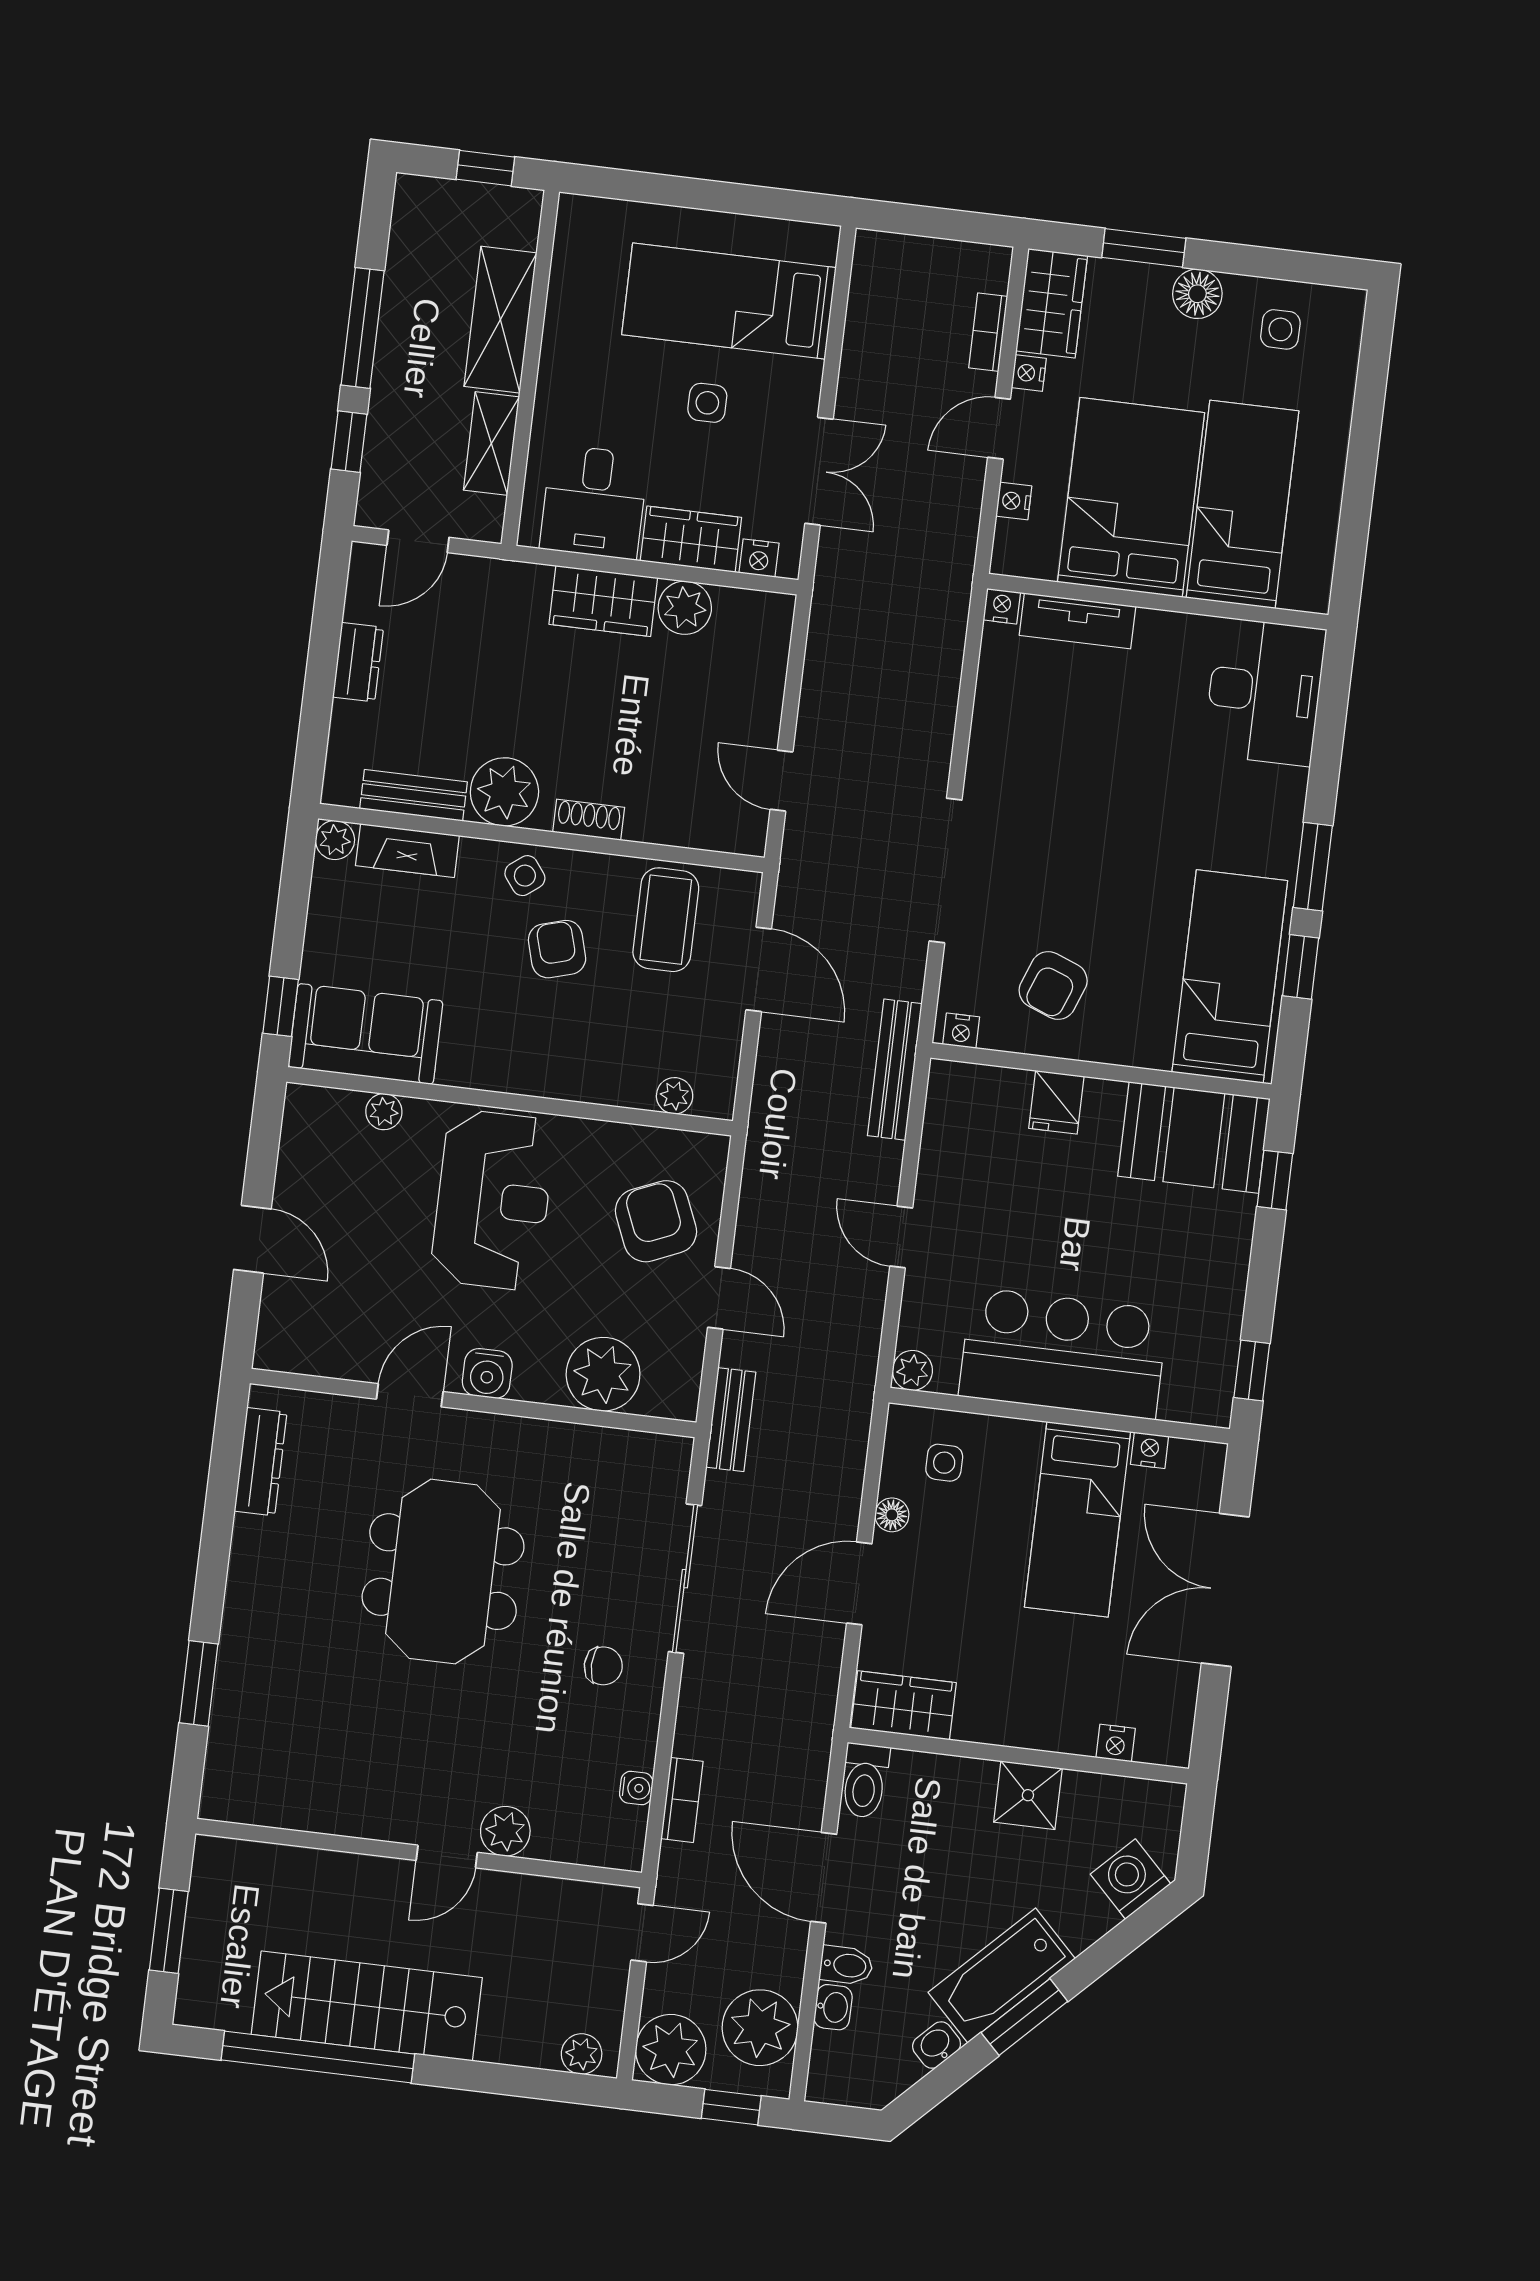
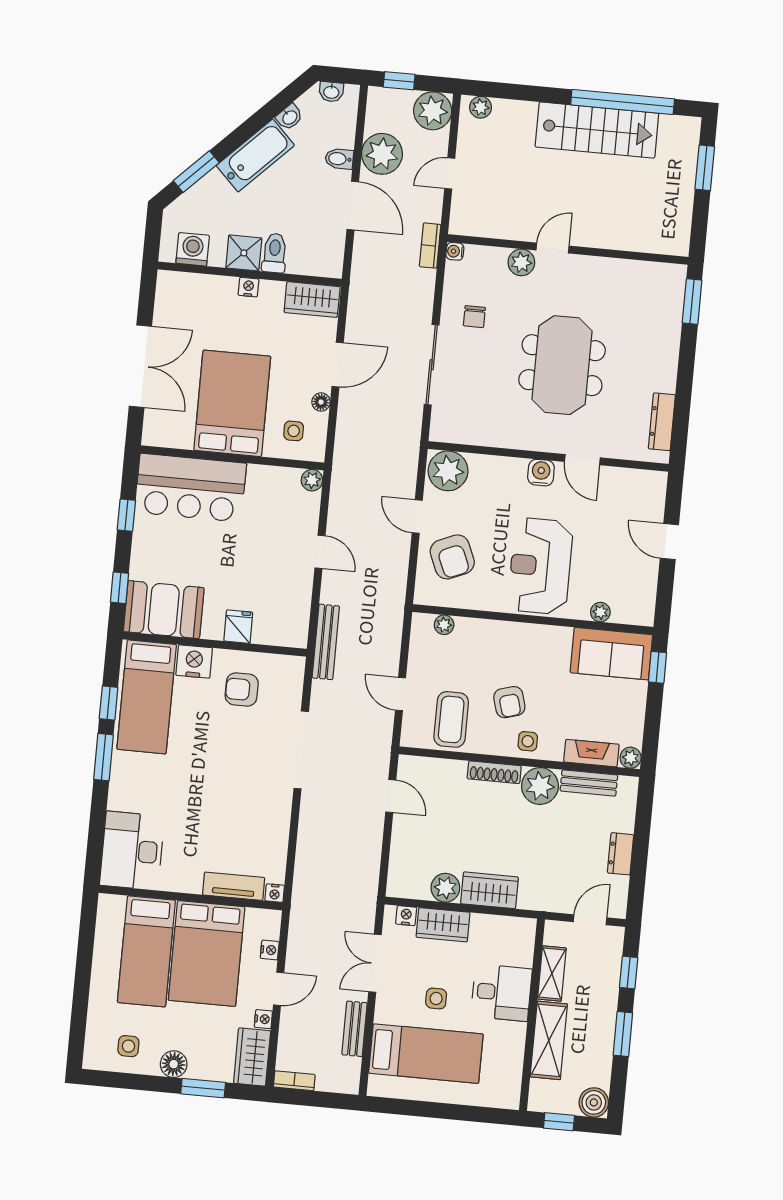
boiler: (420, 202) -> (594, 1102), added
window: (363, 328) -> (623, 1034), width x0.69
bookcase: (988, 332) -> (294, 1081), moved, turned -90
desk: (594, 502) -> (501, 993), moved, turned 90
shoe rack: (589, 820) -> (494, 772), width x1.43
side table: (525, 876) -> (528, 741), turned 37
door: (759, 969) -> (400, 694), width x0.73
armchair: (1053, 986) -> (242, 689), turned -111
nightstand: (961, 1031) -> (194, 662), moved, width x1.89, depth x1.79
bar counter: (1063, 1353) -> (191, 488), moved
window: (1252, 1370) -> (126, 515), moved
plant: (603, 1374) -> (448, 471), moved
door: (410, 1395) -> (582, 460), hinge flipped
bench: (731, 1420) -> (355, 1029), moved
nightstand: (1150, 1450) -> (183, 440), removed
bed: (1078, 1519) -> (232, 403), width x1.50
chair: (603, 1666) -> (474, 317), turned -90
nightstand: (1116, 1743) -> (248, 287), moved
toilet: (865, 1781) -> (274, 253), moved
plant: (505, 1831) -> (521, 262), moved
wall: (419, 1853) -> (568, 249), moved
door: (447, 1856) -> (553, 248), moved
washing machine: (1130, 1879) -> (193, 249), moved, turned -135
washbasin: (833, 2007) -> (331, 92), moved, turned -90
window: (1024, 2017) -> (196, 172), moved
plant: (760, 2028) -> (382, 154), moved

